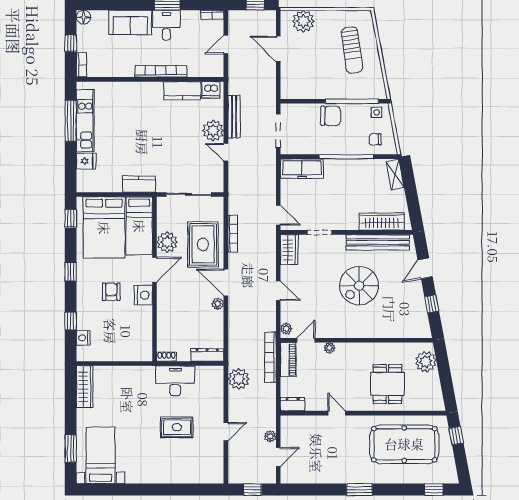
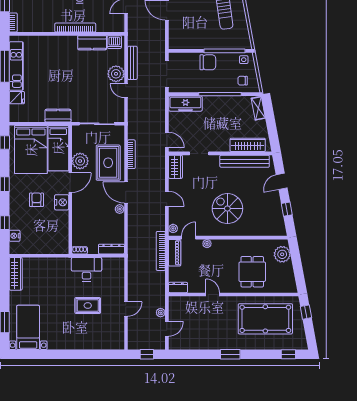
spiral stairs: (359, 286) -> (227, 209), moved, turned 90
plant: (239, 379) -> (136, 268), removed

